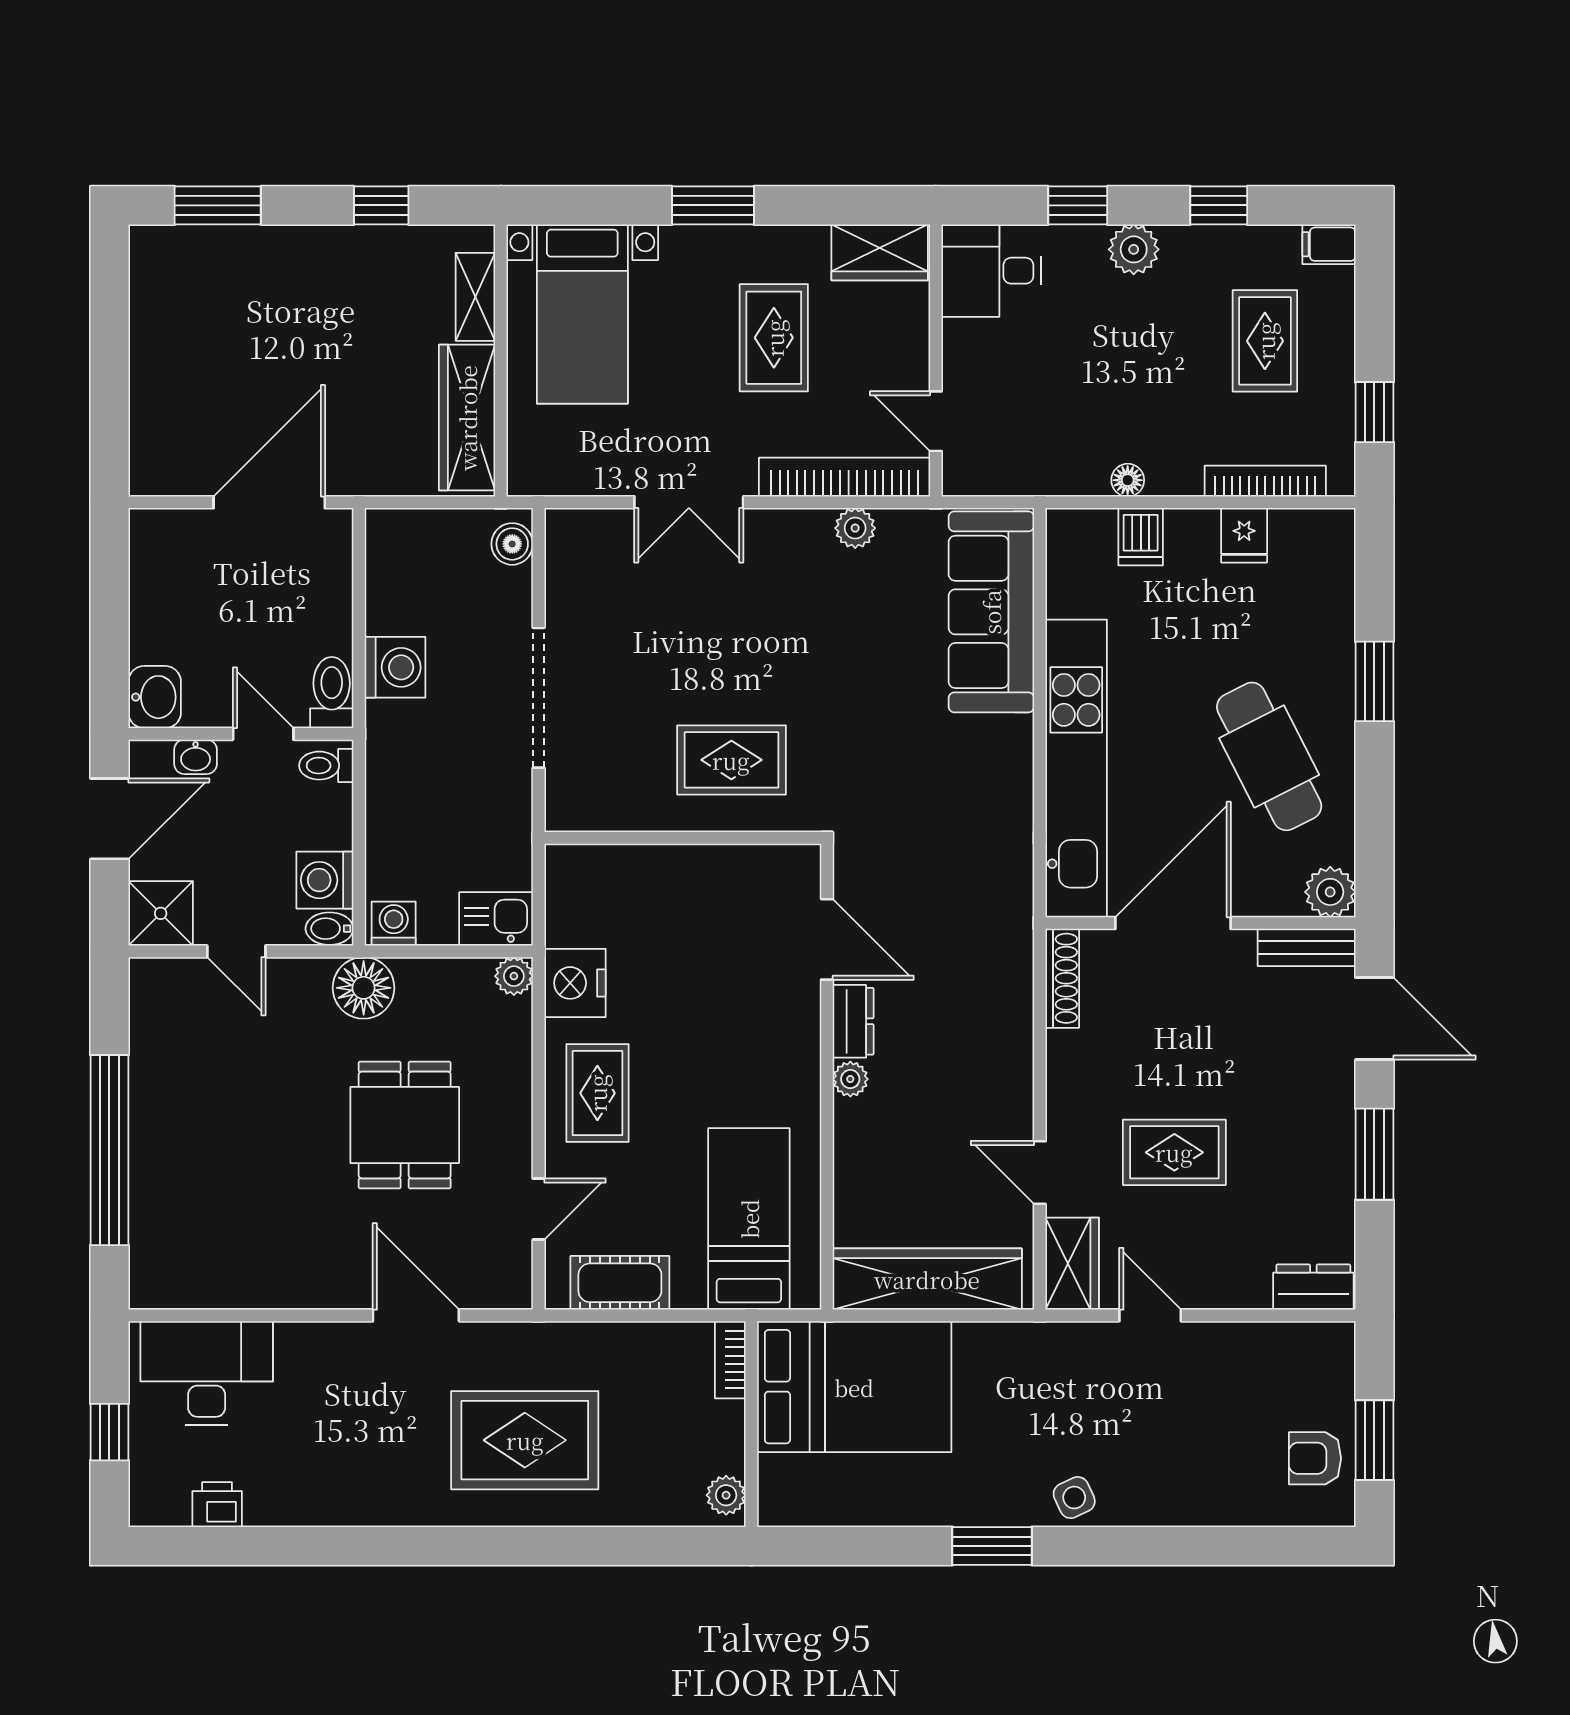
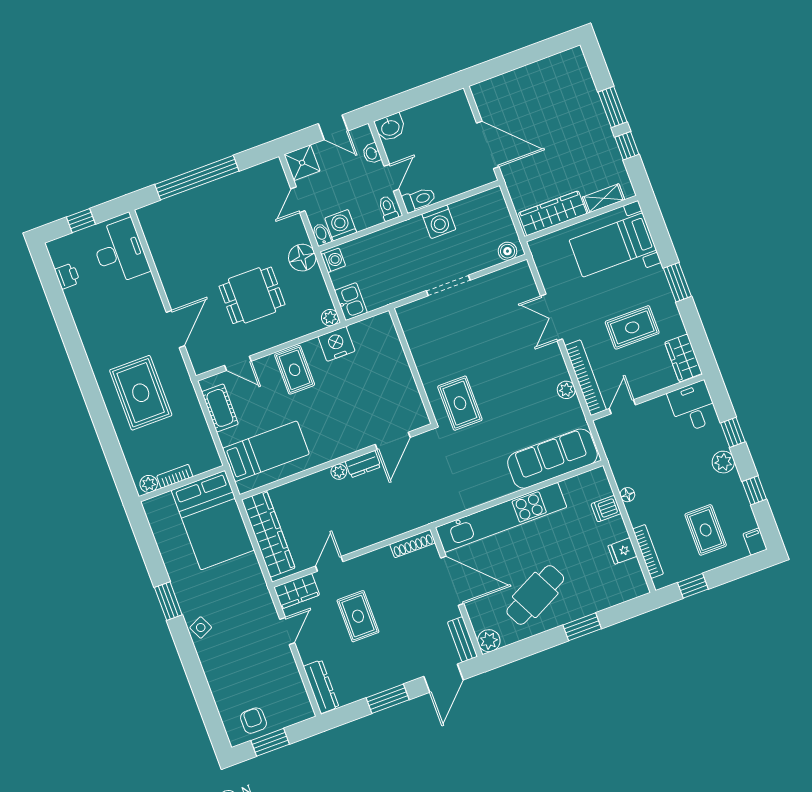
window: (218, 205) -> (613, 107), moved
rug: (1265, 341) -> (706, 530), turned 90
doorway: (539, 698) -> (448, 285), width x0.73
rug: (731, 760) -> (460, 403), moved
door: (109, 819) -> (333, 127), width x0.73
rug: (597, 1093) -> (295, 370), turned 90
dresser: (1313, 1287) -> (321, 687), width x1.44
bookcase: (730, 1360) -> (175, 476), moved

